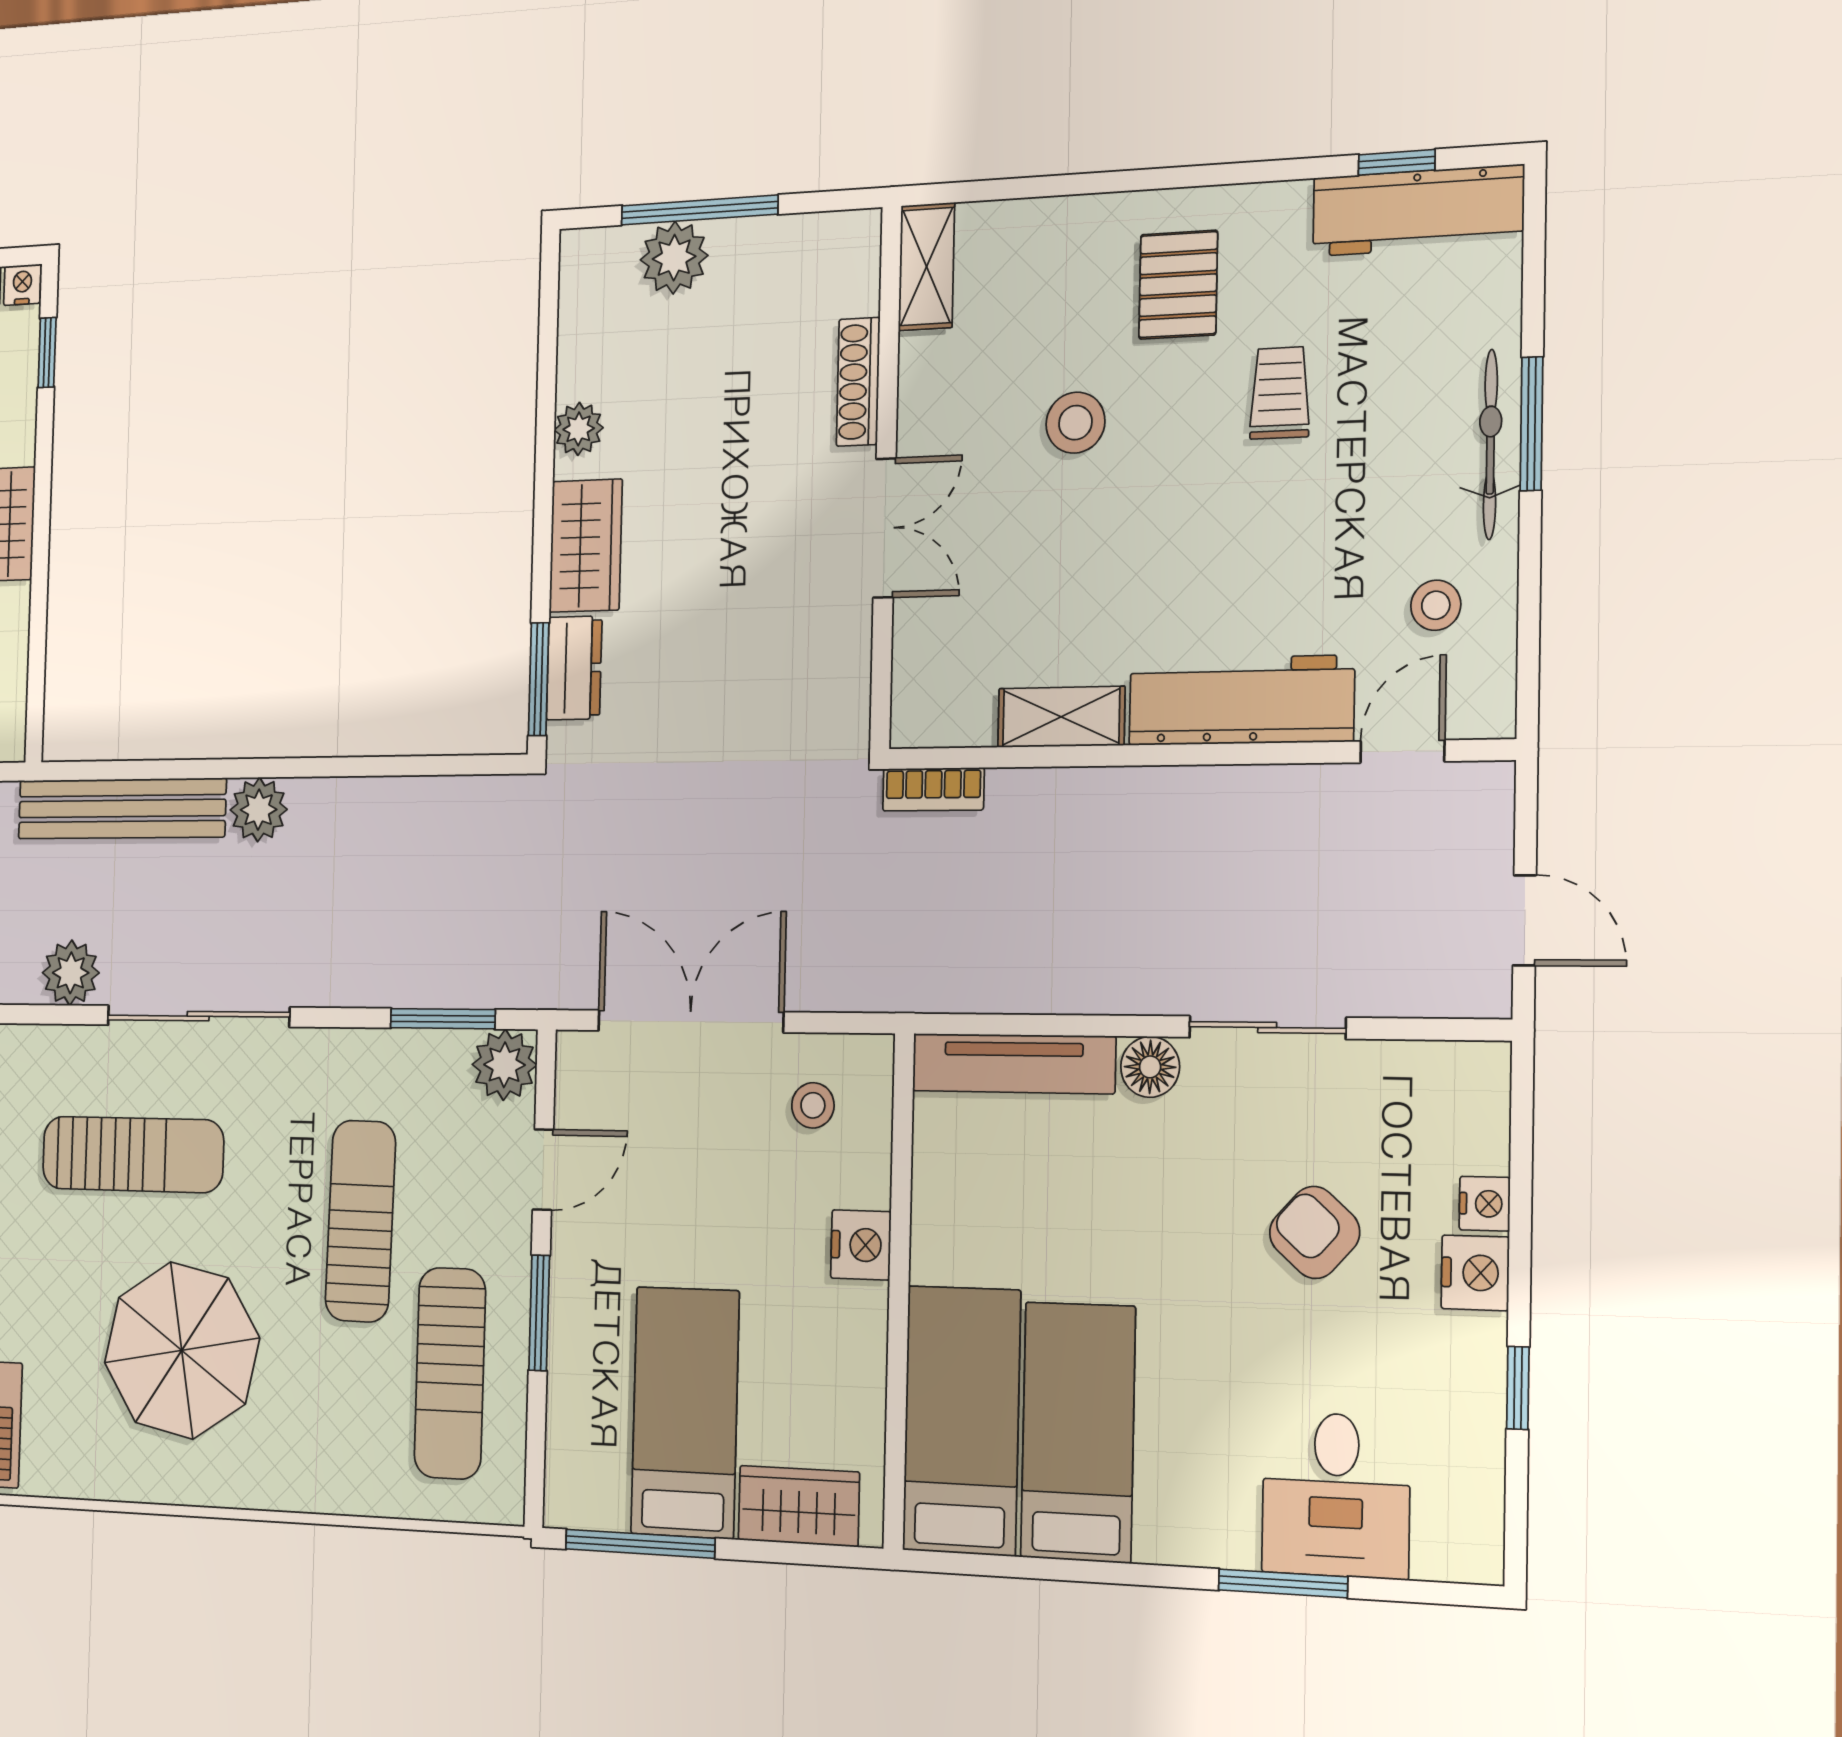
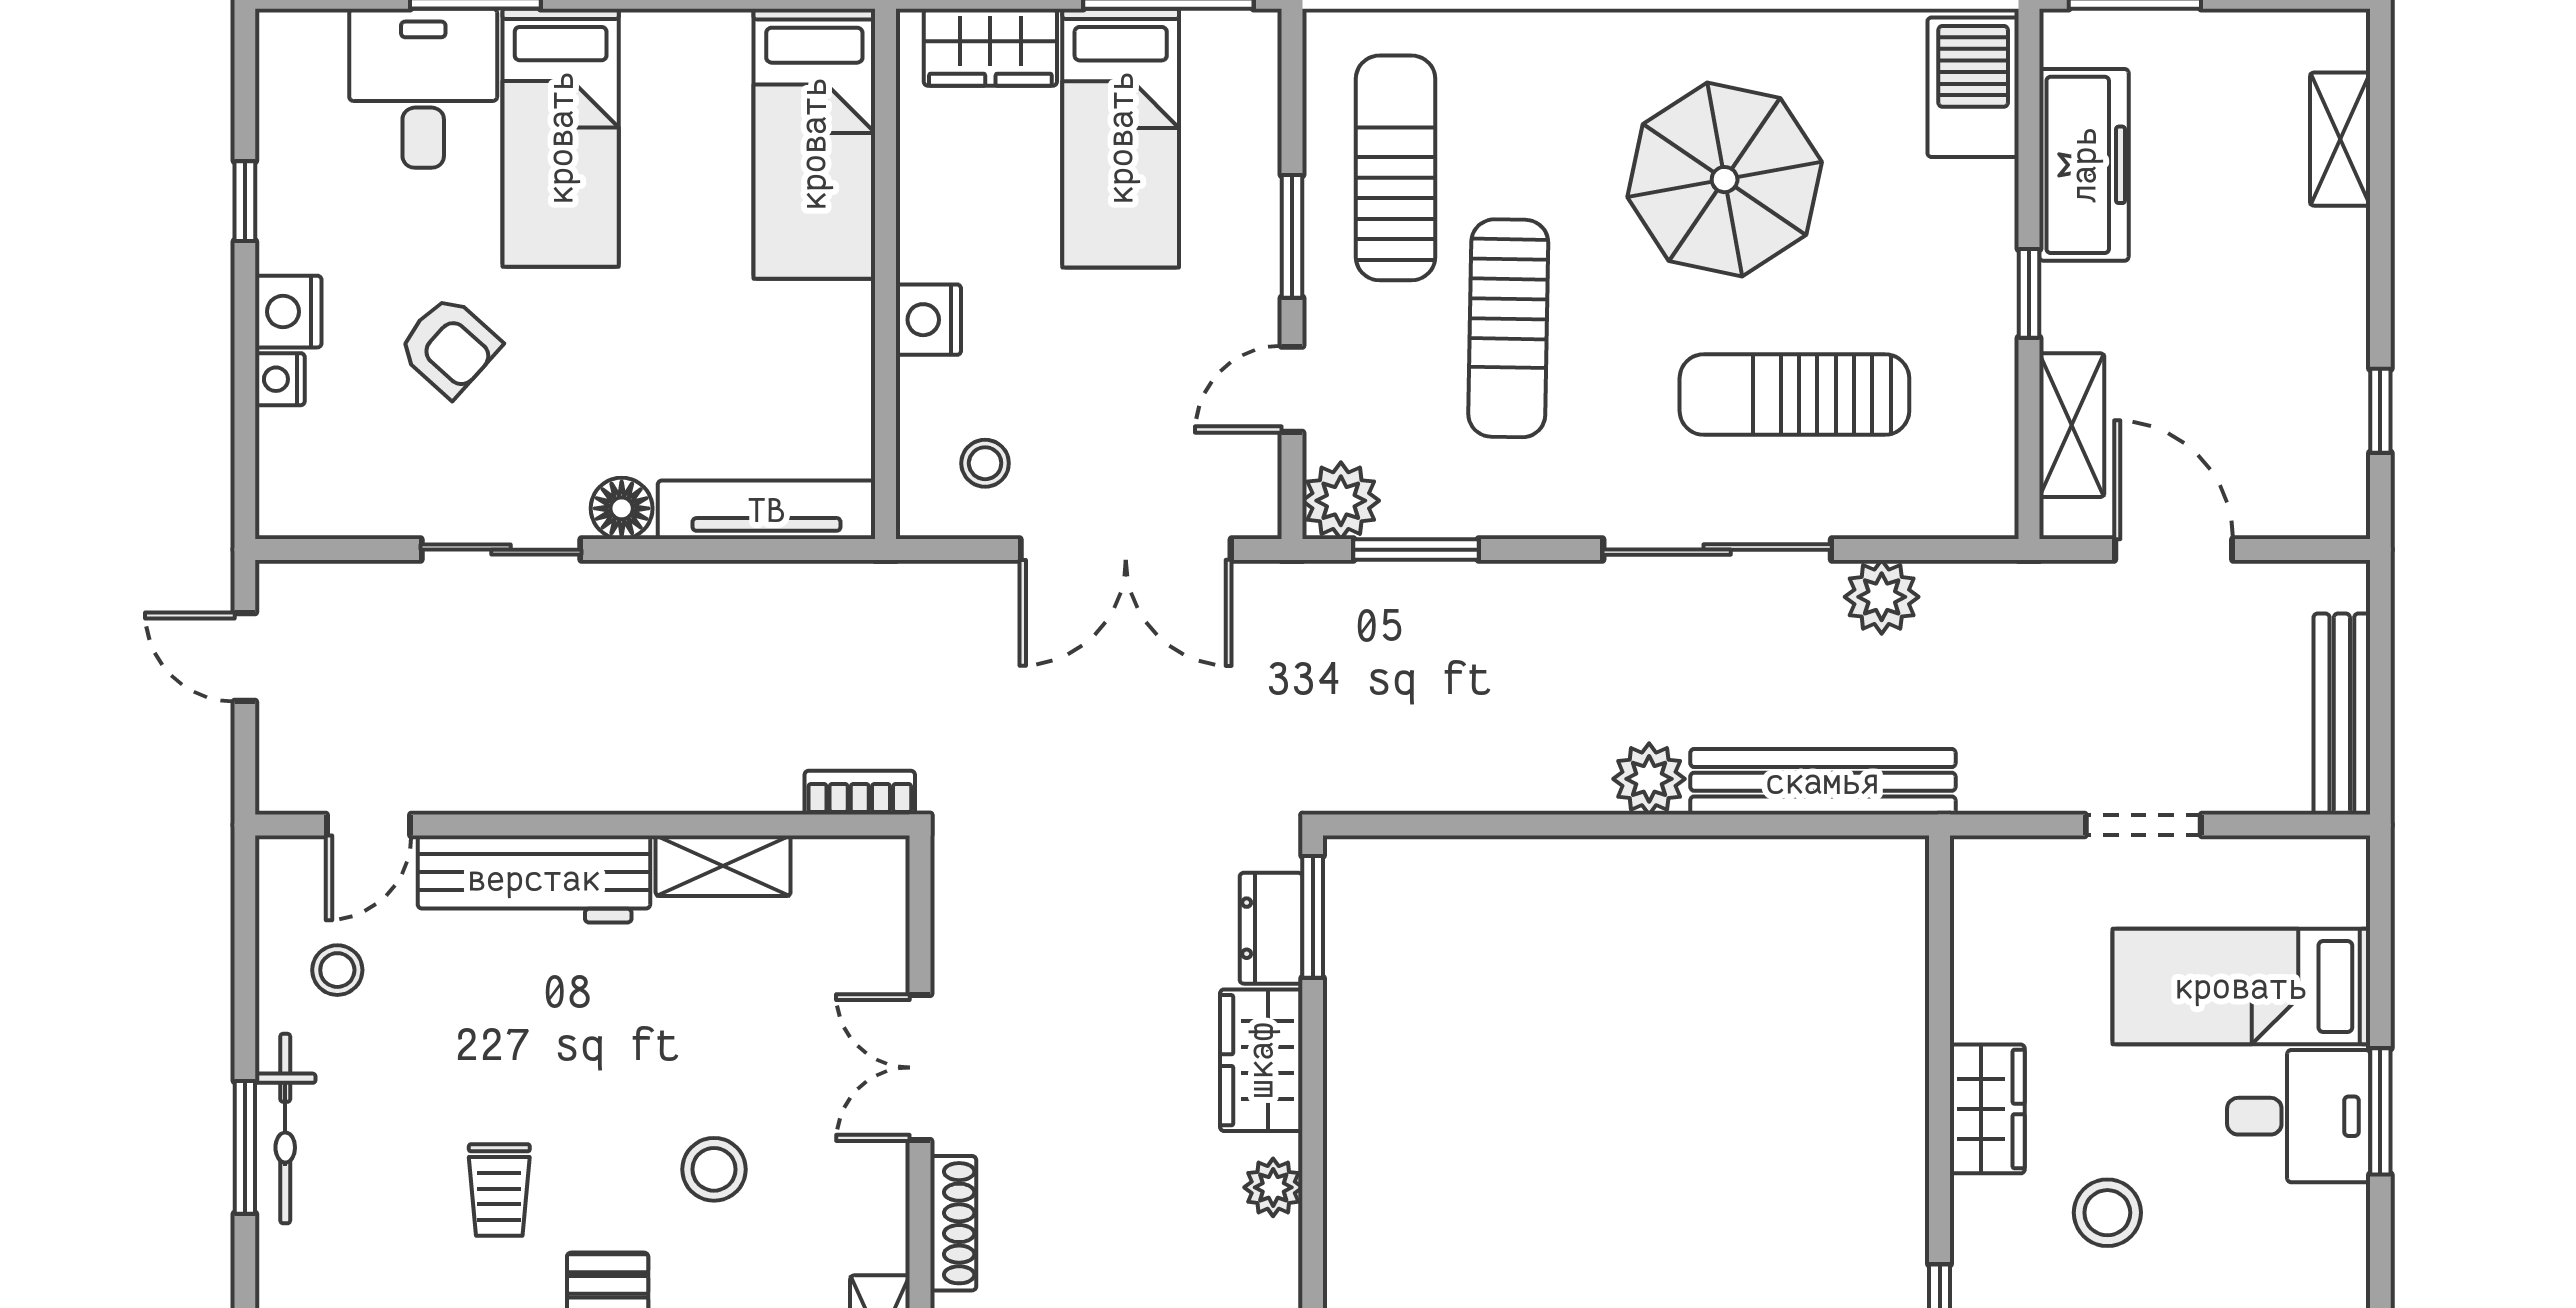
bed: (1078, 1432) -> (561, 138), moved

